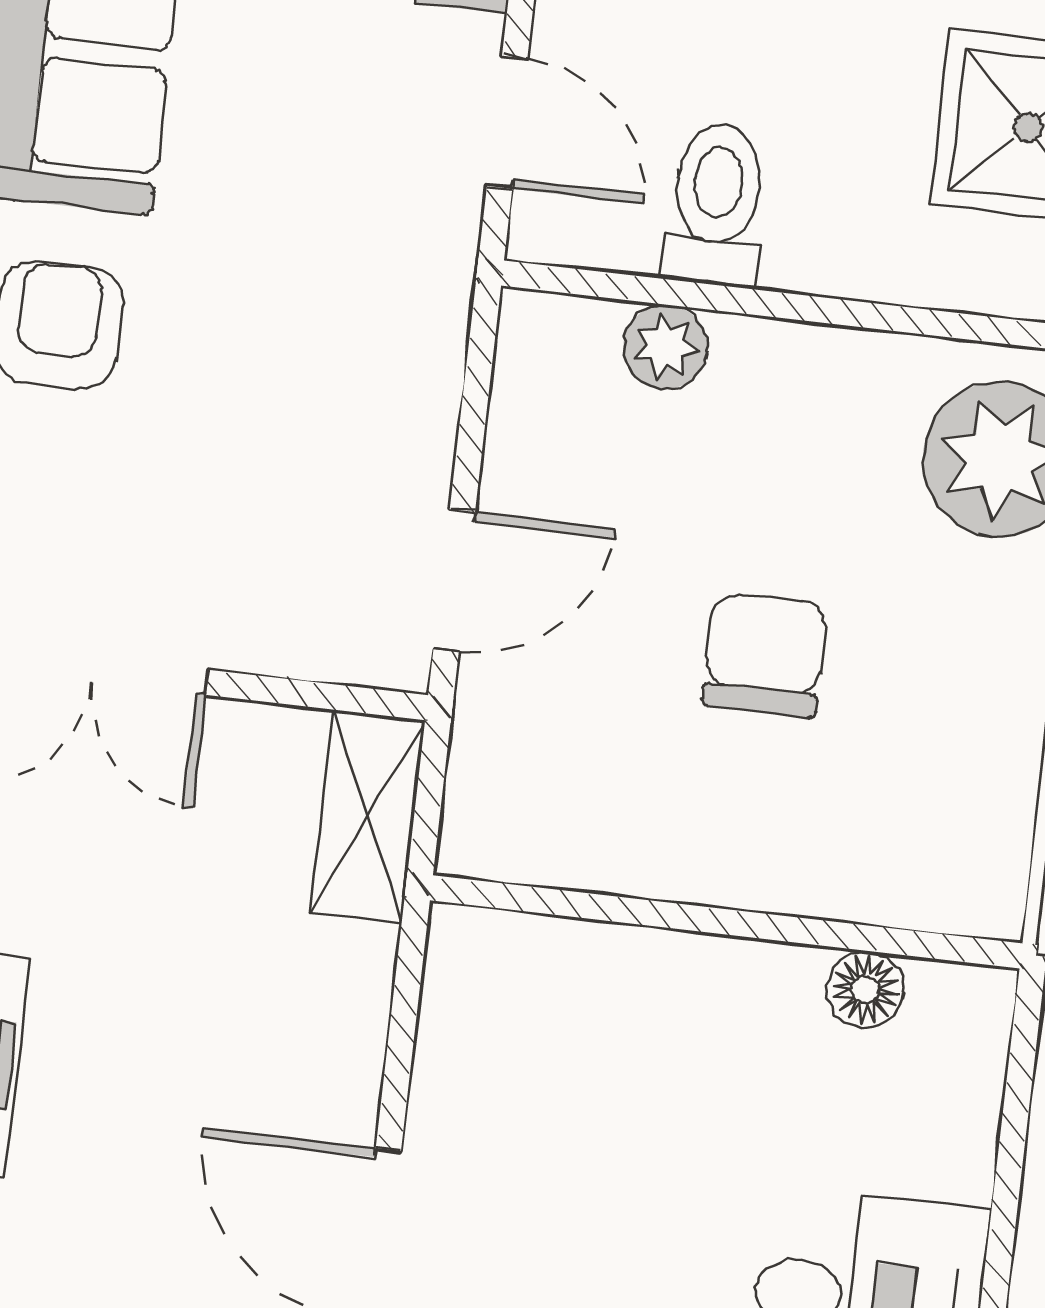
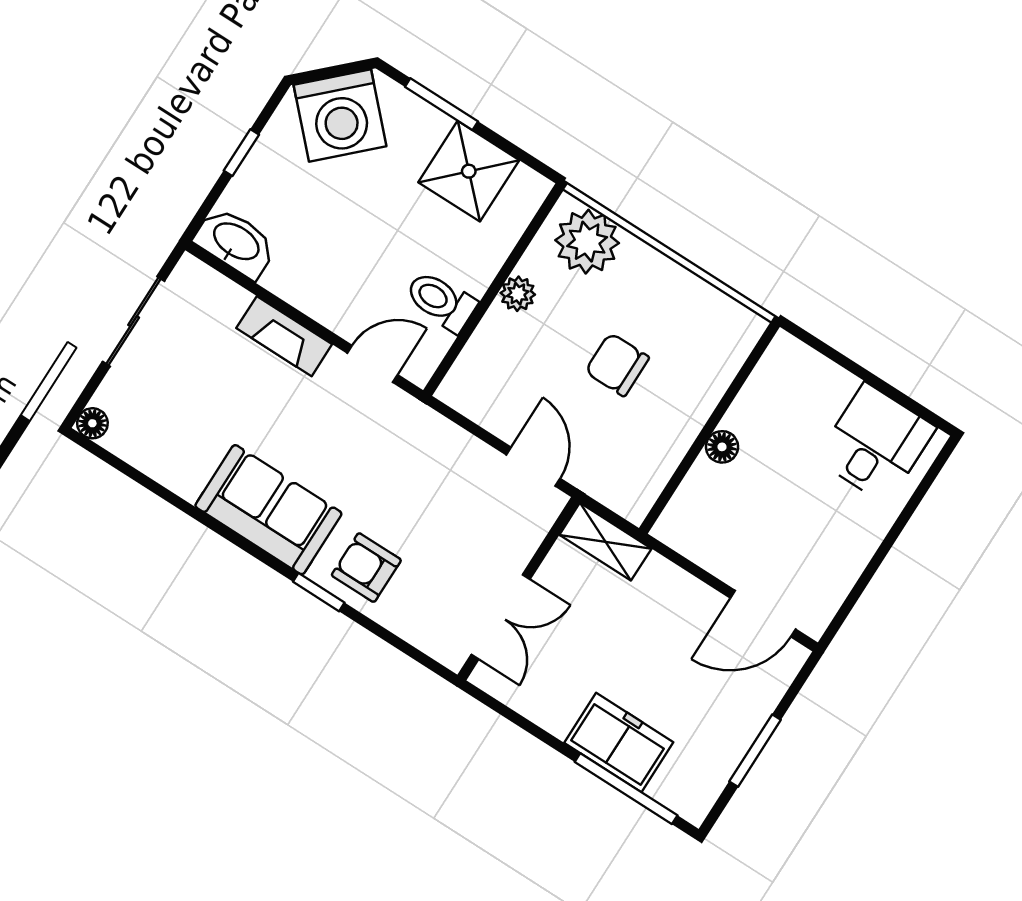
plant: (665, 347) -> (518, 294), moved
floor lamp: (865, 989) -> (722, 447), moved

